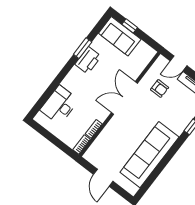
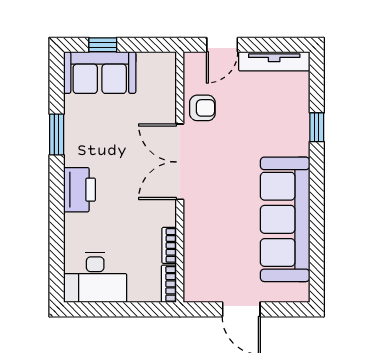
printer: (88, 60) -> (79, 190), moved
armchair: (160, 89) -> (202, 108), moved
desk: (60, 105) -> (95, 278), moved, turned -90

